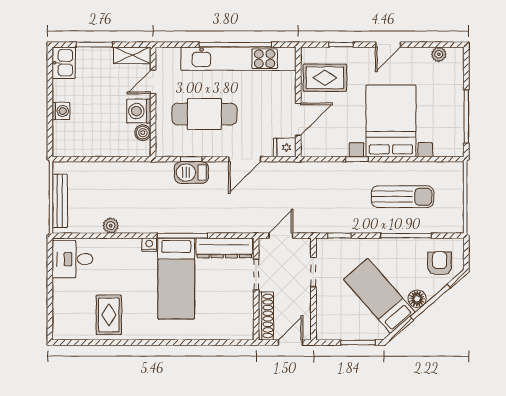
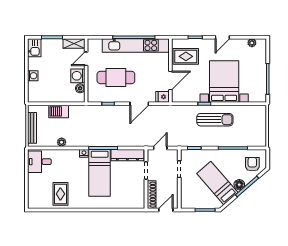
barbecue: (191, 172) -> (59, 111), moved
sun lounger: (403, 197) -> (215, 120), moved

